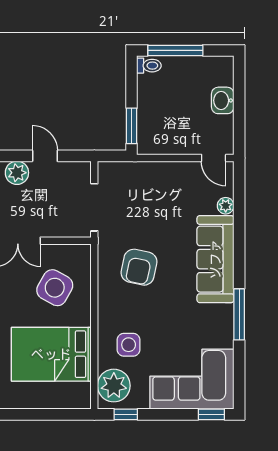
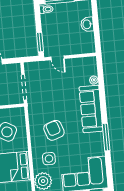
door: (214, 158) -> (58, 58), moved
armchair: (139, 267) -> (54, 130), moved, turned 149

